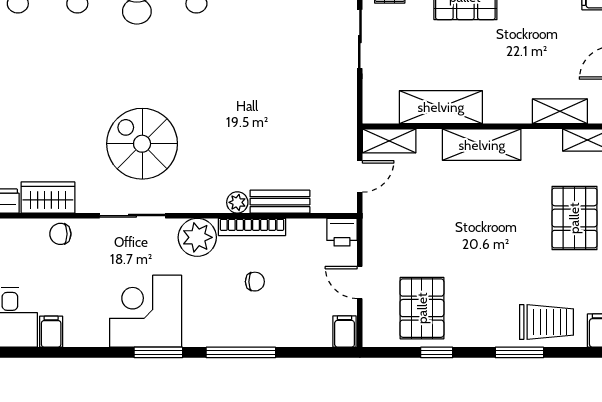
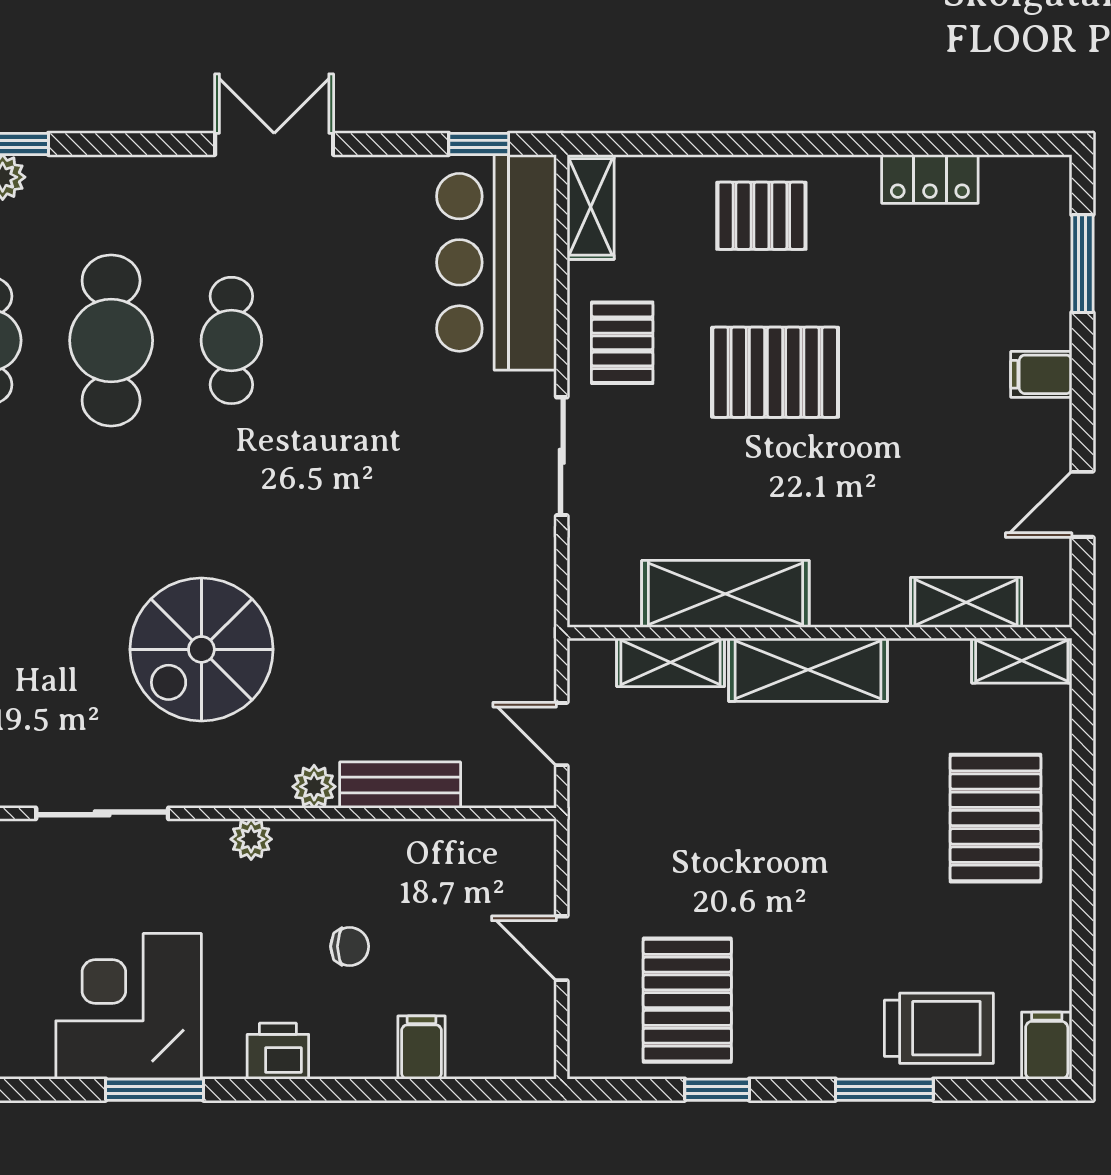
shelving: (389, 141) -> (671, 662), moved
spiral stairs: (142, 144) -> (201, 649), moved, turned -90
door: (360, 176) -> (562, 734), swing flipped
bookcase: (252, 227) -> (344, 836), removed
printer: (342, 232) -> (278, 1051), moved, turned 180
plant: (197, 237) -> (251, 839), width x0.53, depth x0.53
filing cabinet: (345, 332) -> (422, 1047), moved
window: (241, 352) -> (321, 1090), removed

